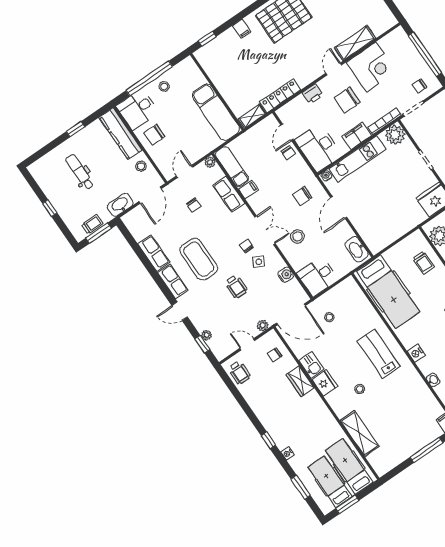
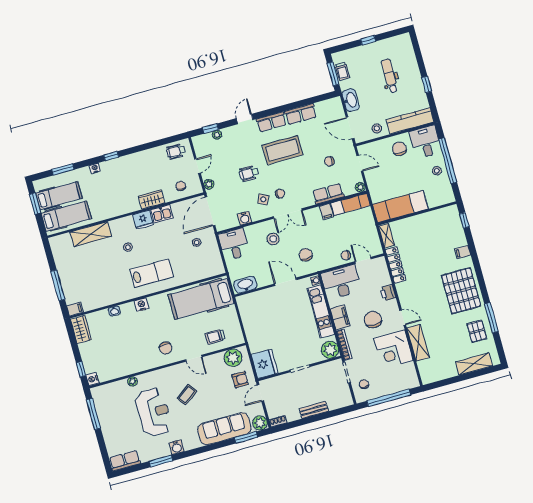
dental chair: (80, 172) -> (390, 76), turned -90

